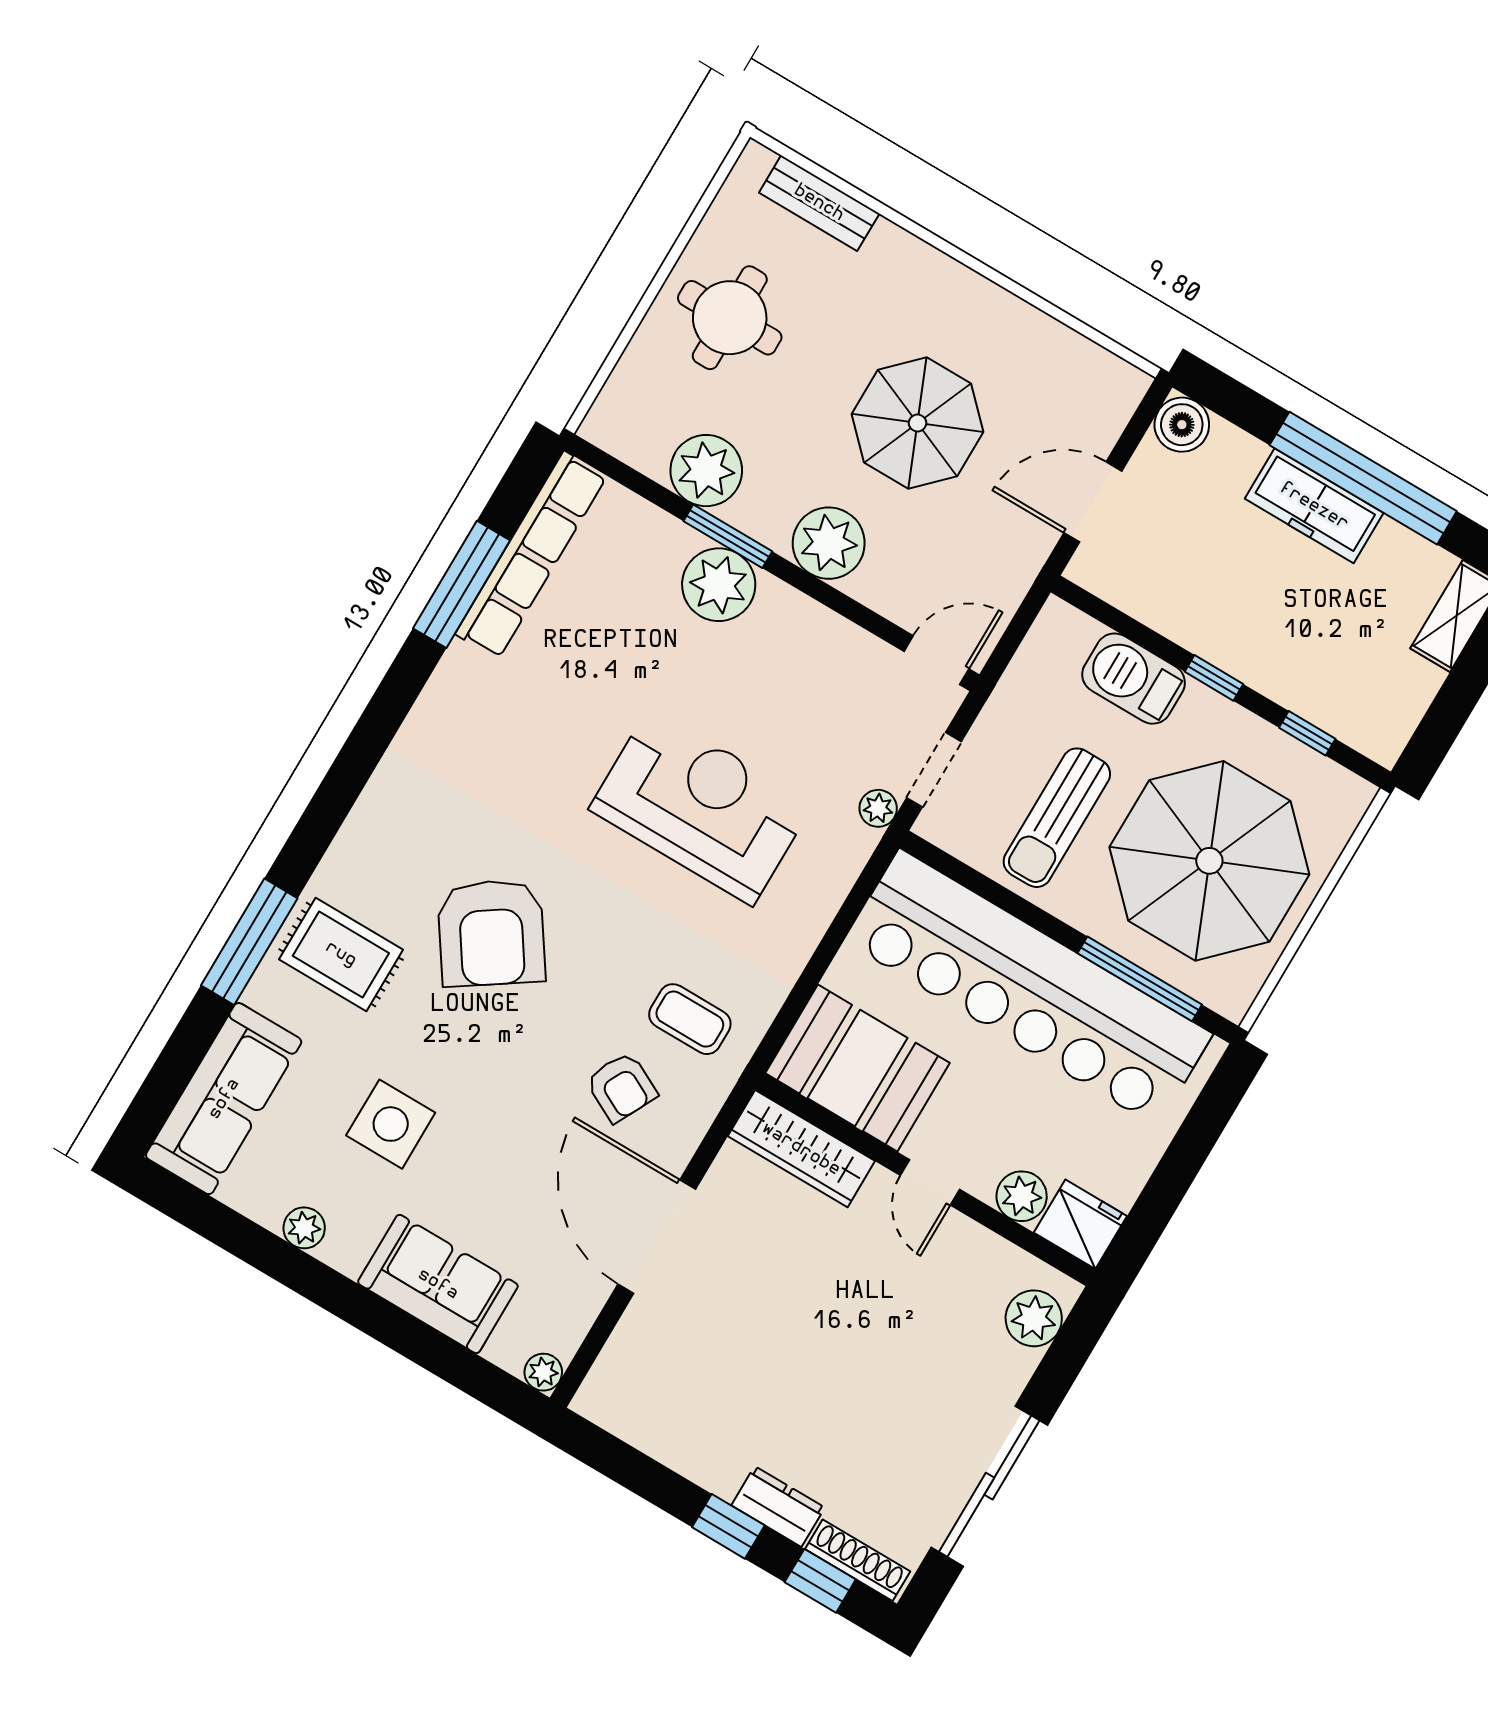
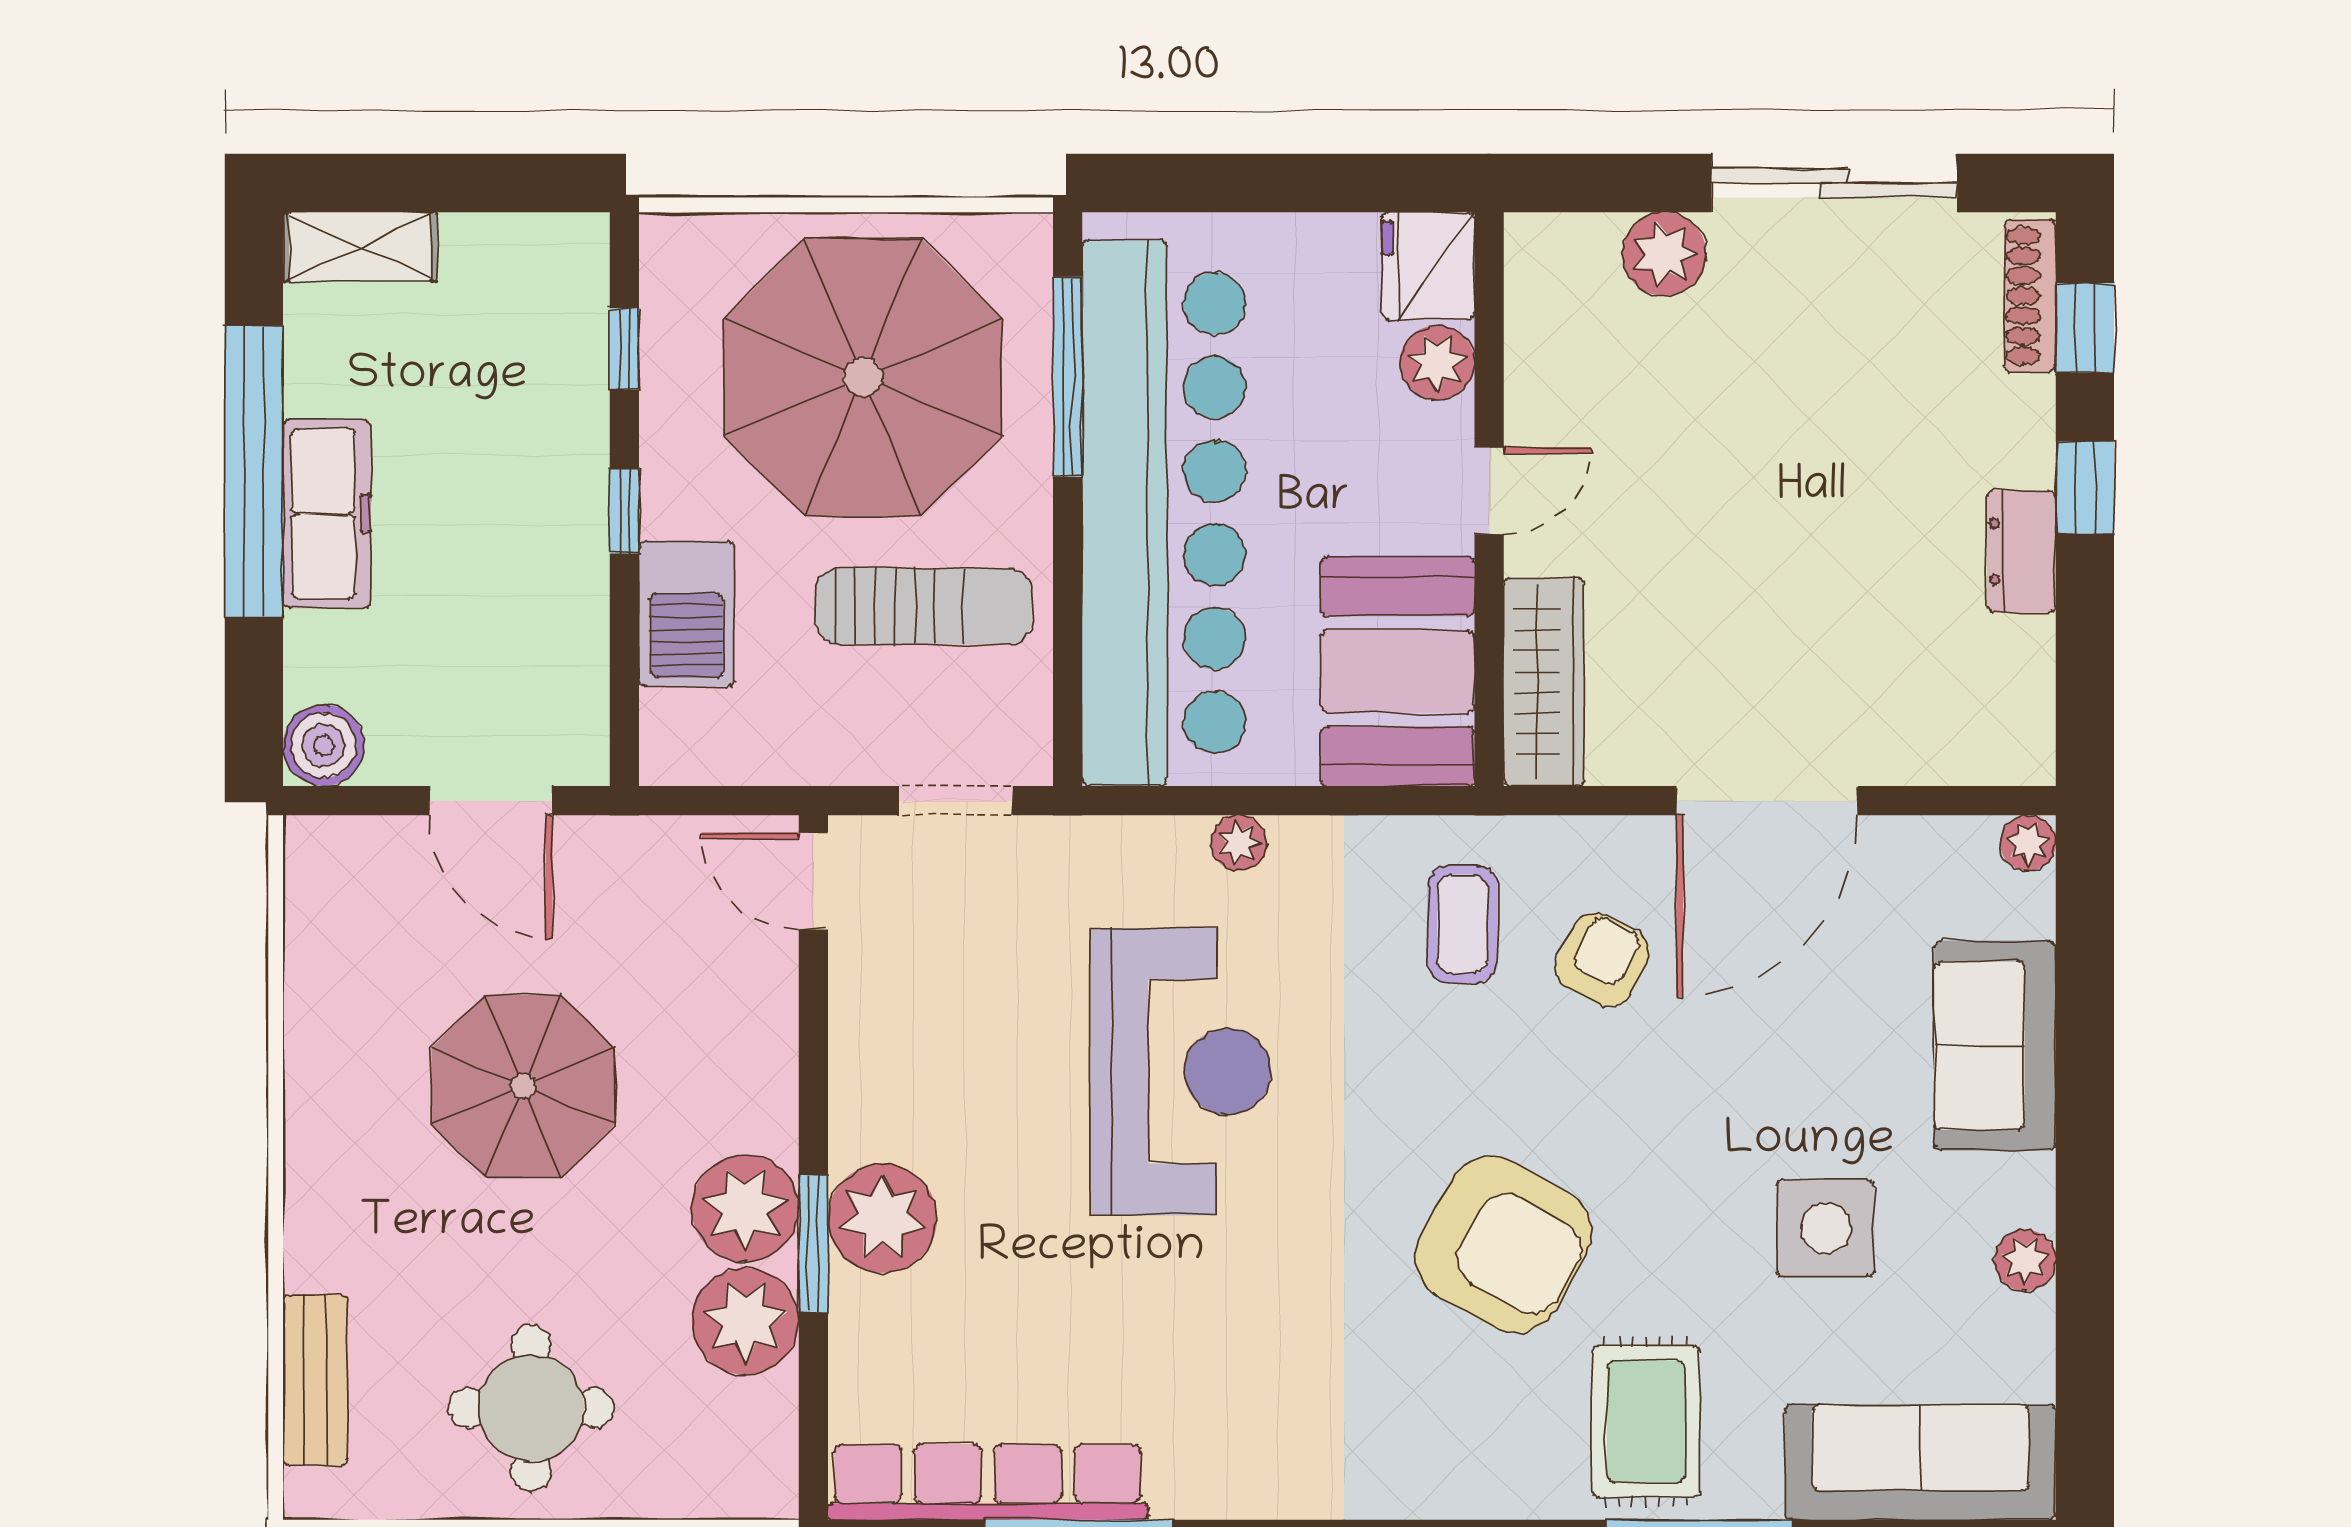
plant: (829, 543) -> (745, 1209), moved
reception desk: (701, 806) -> (1181, 1072), turned 180
plant: (878, 808) -> (1239, 843), moved
armchair: (491, 933) -> (1503, 1245), turned 63
plant: (1034, 1318) -> (1664, 254), moved
dresser: (778, 1506) -> (2021, 552), moved

